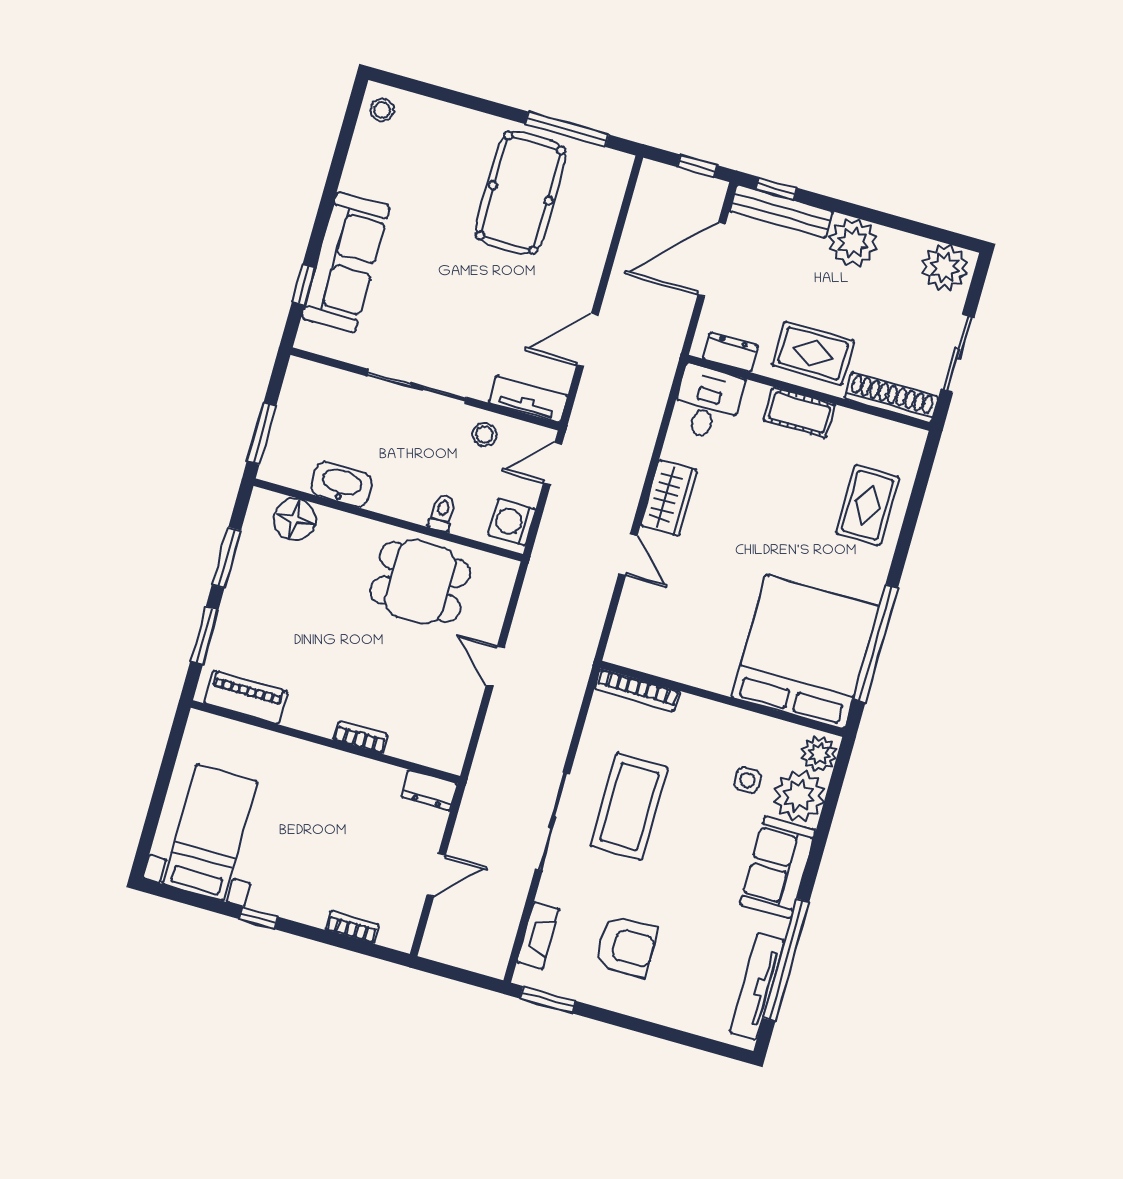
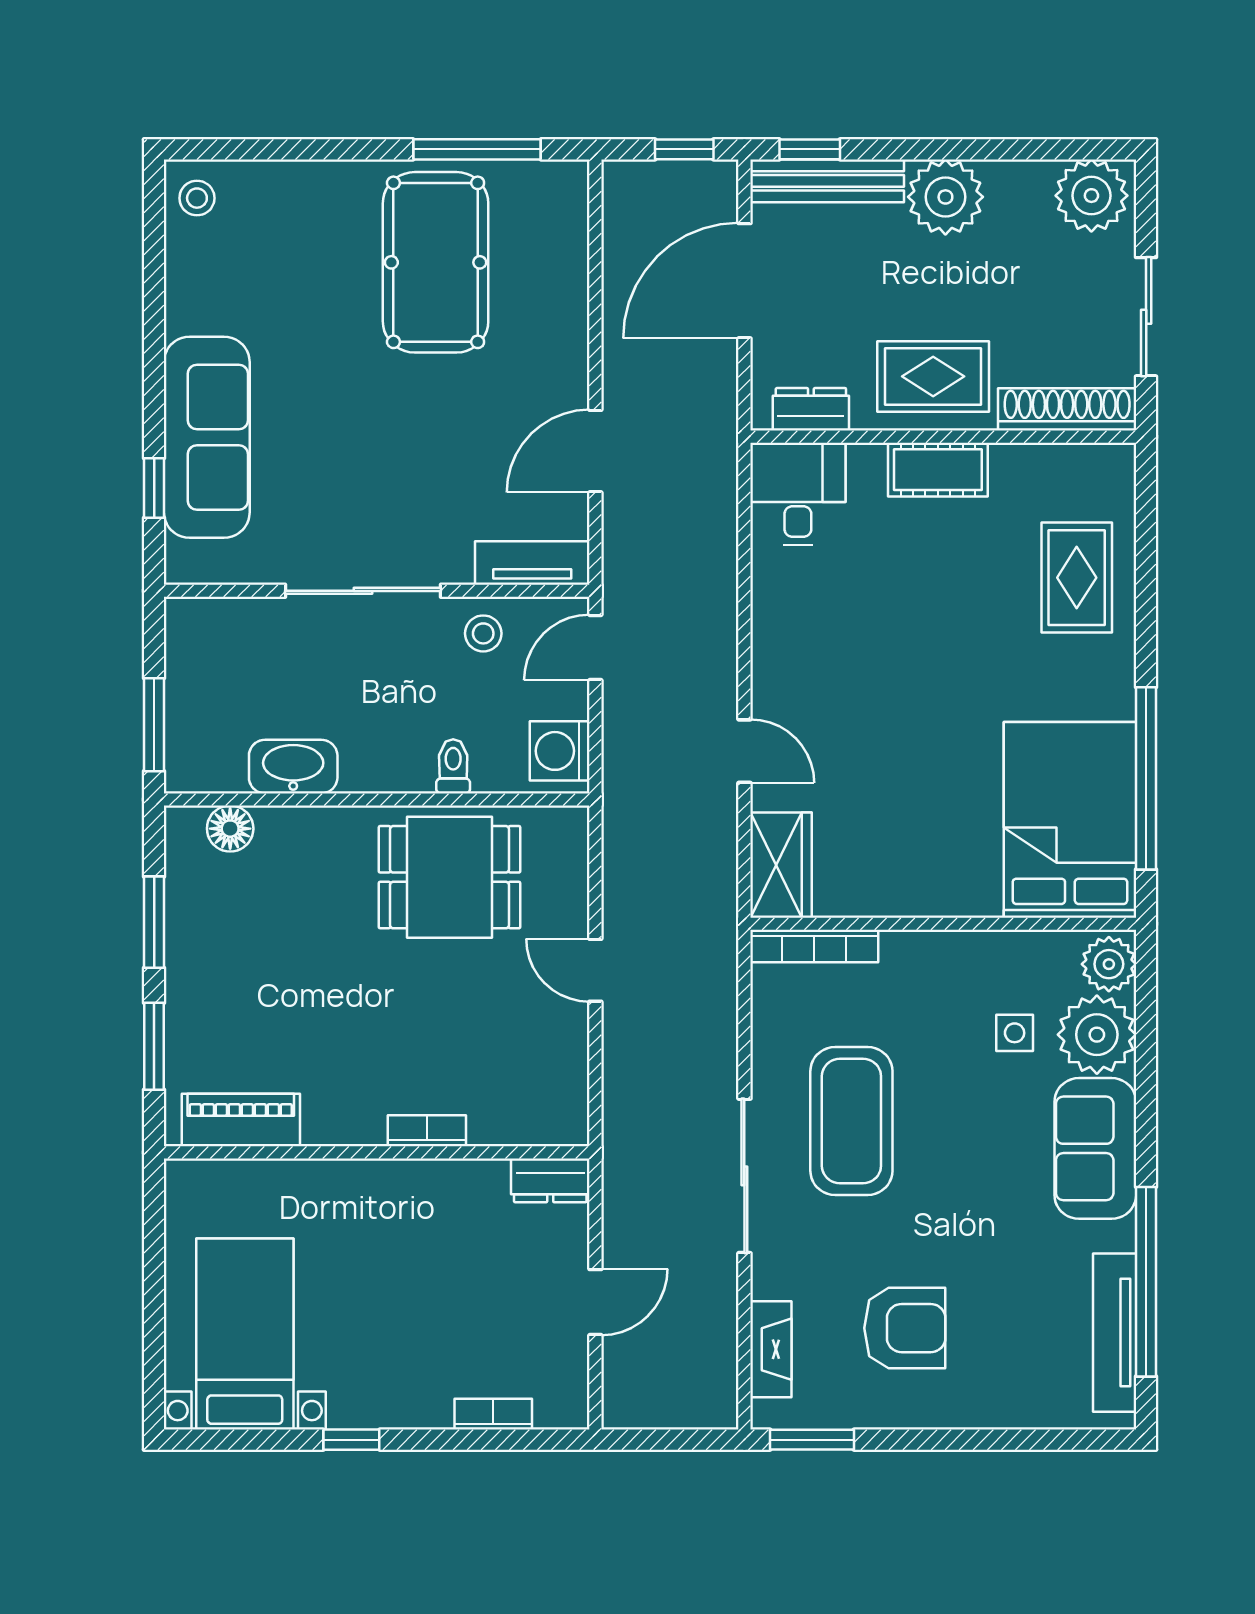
wardrobe: (669, 498) -> (781, 865), moved
floor lamp: (295, 519) -> (230, 829), width x0.73, depth x0.73
bed: (805, 652) -> (1070, 820), width x0.73

